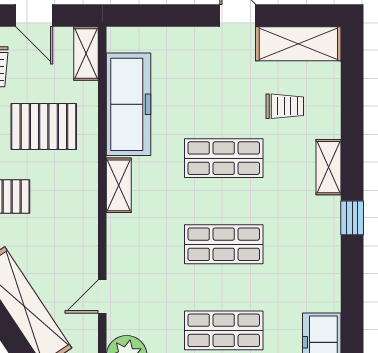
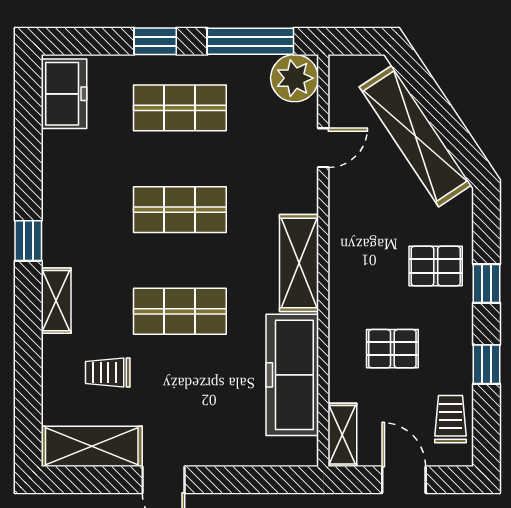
pallet: (44, 126) -> (392, 349), width x0.67, depth x0.71
shelving: (119, 185) -> (299, 263), width x1.50, depth x1.33

